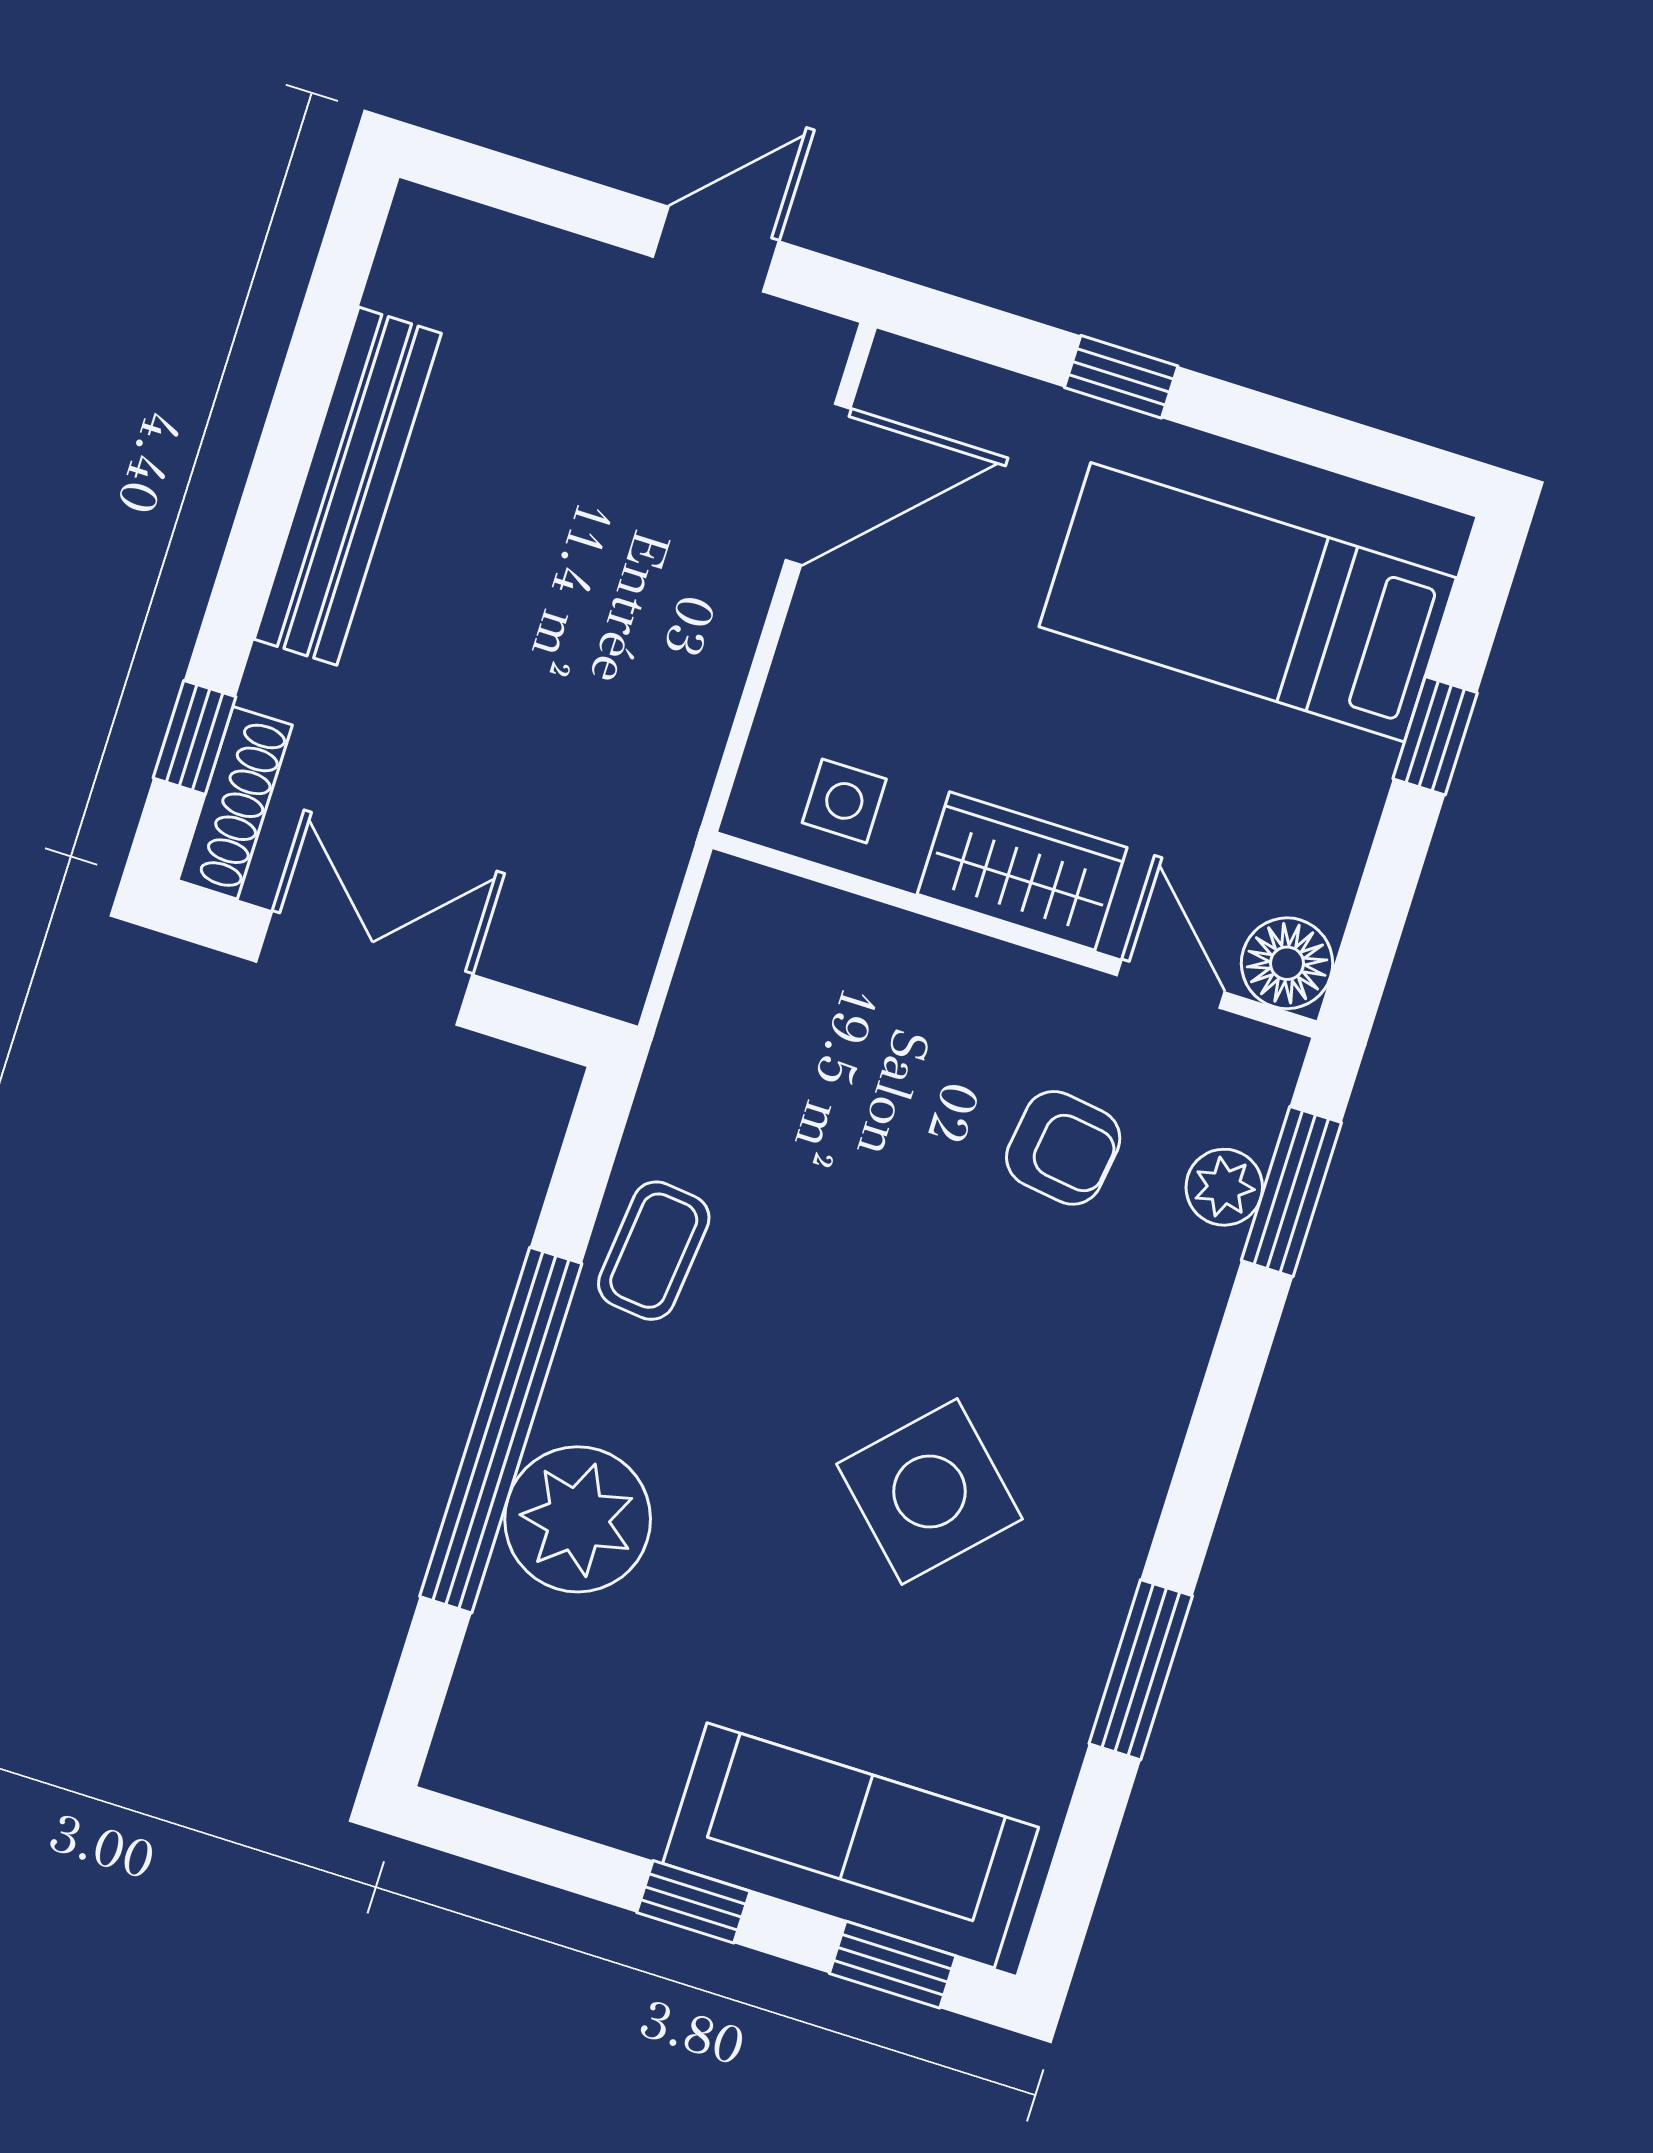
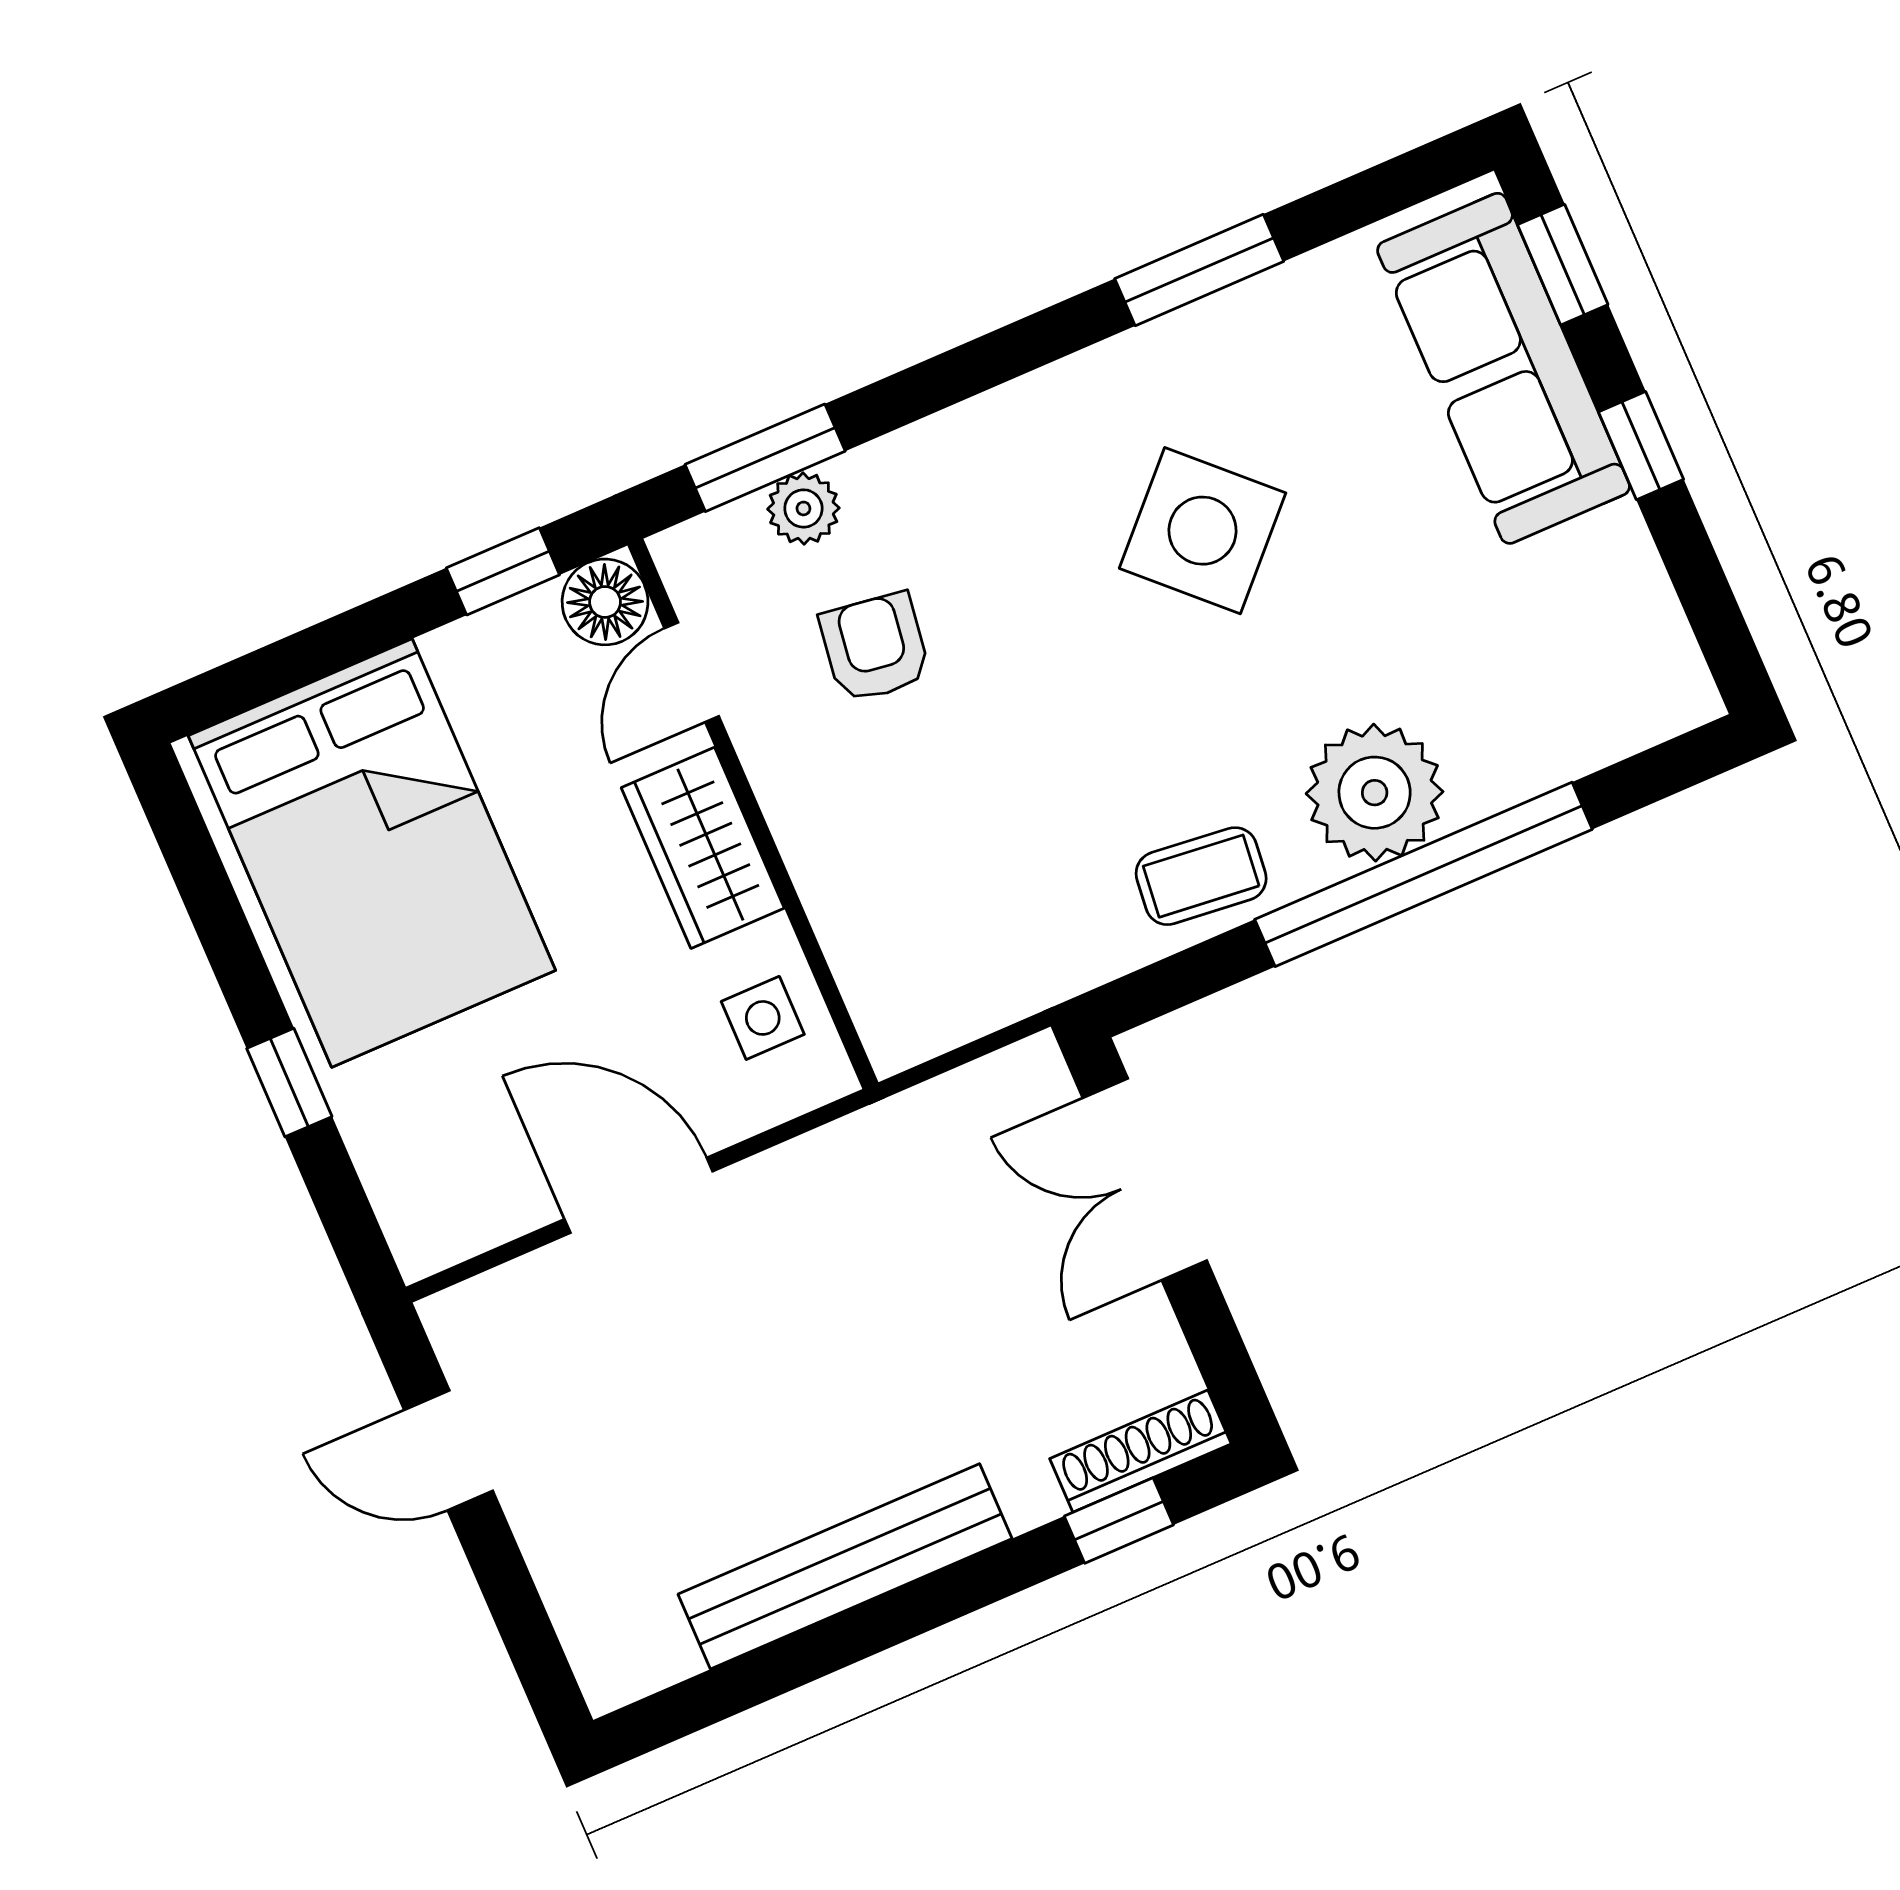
door: (818, 484) -> (639, 1195), moved
bed: (1248, 602) -> (372, 853), width x1.50
window: (1435, 736) -> (503, 571), moved
double door: (364, 968) -> (1145, 1179), moved
plant: (578, 1519) -> (1375, 793), moved

